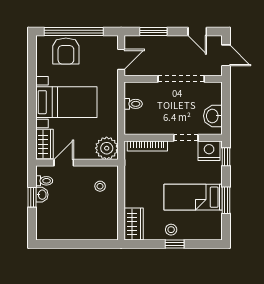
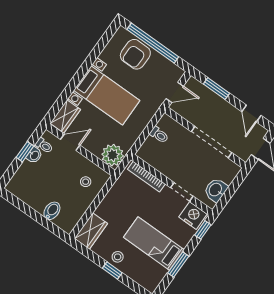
bidet: (89, 230) -> (52, 211), added

